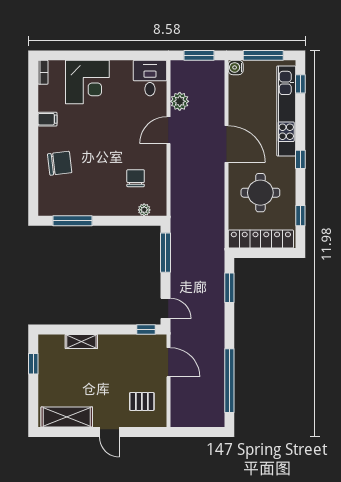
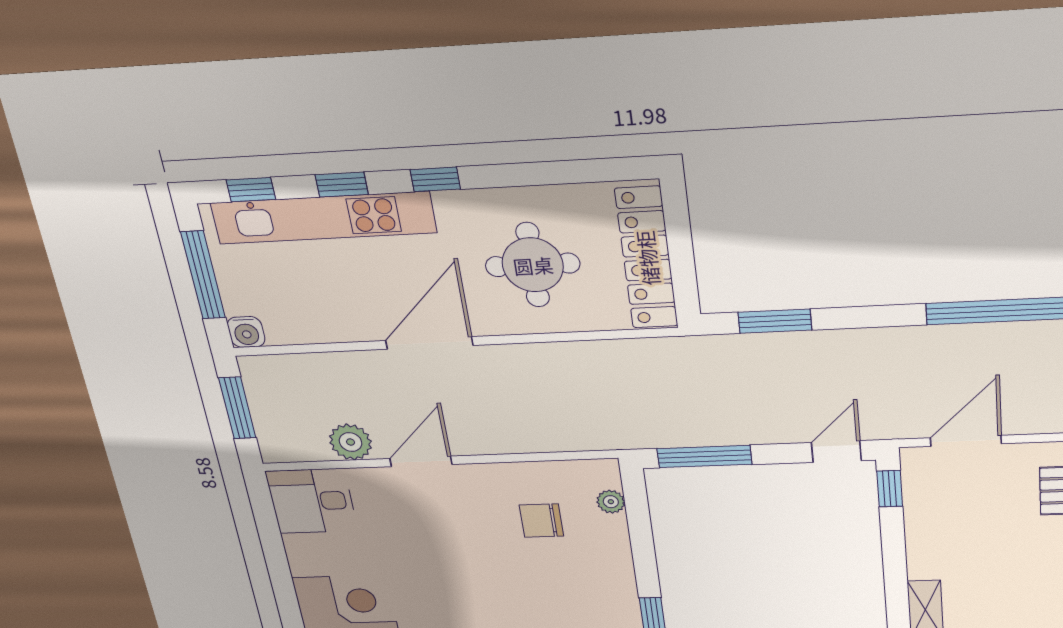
door: (168, 130) -> (421, 461), swing flipped
window: (300, 216) -> (342, 185), moved

